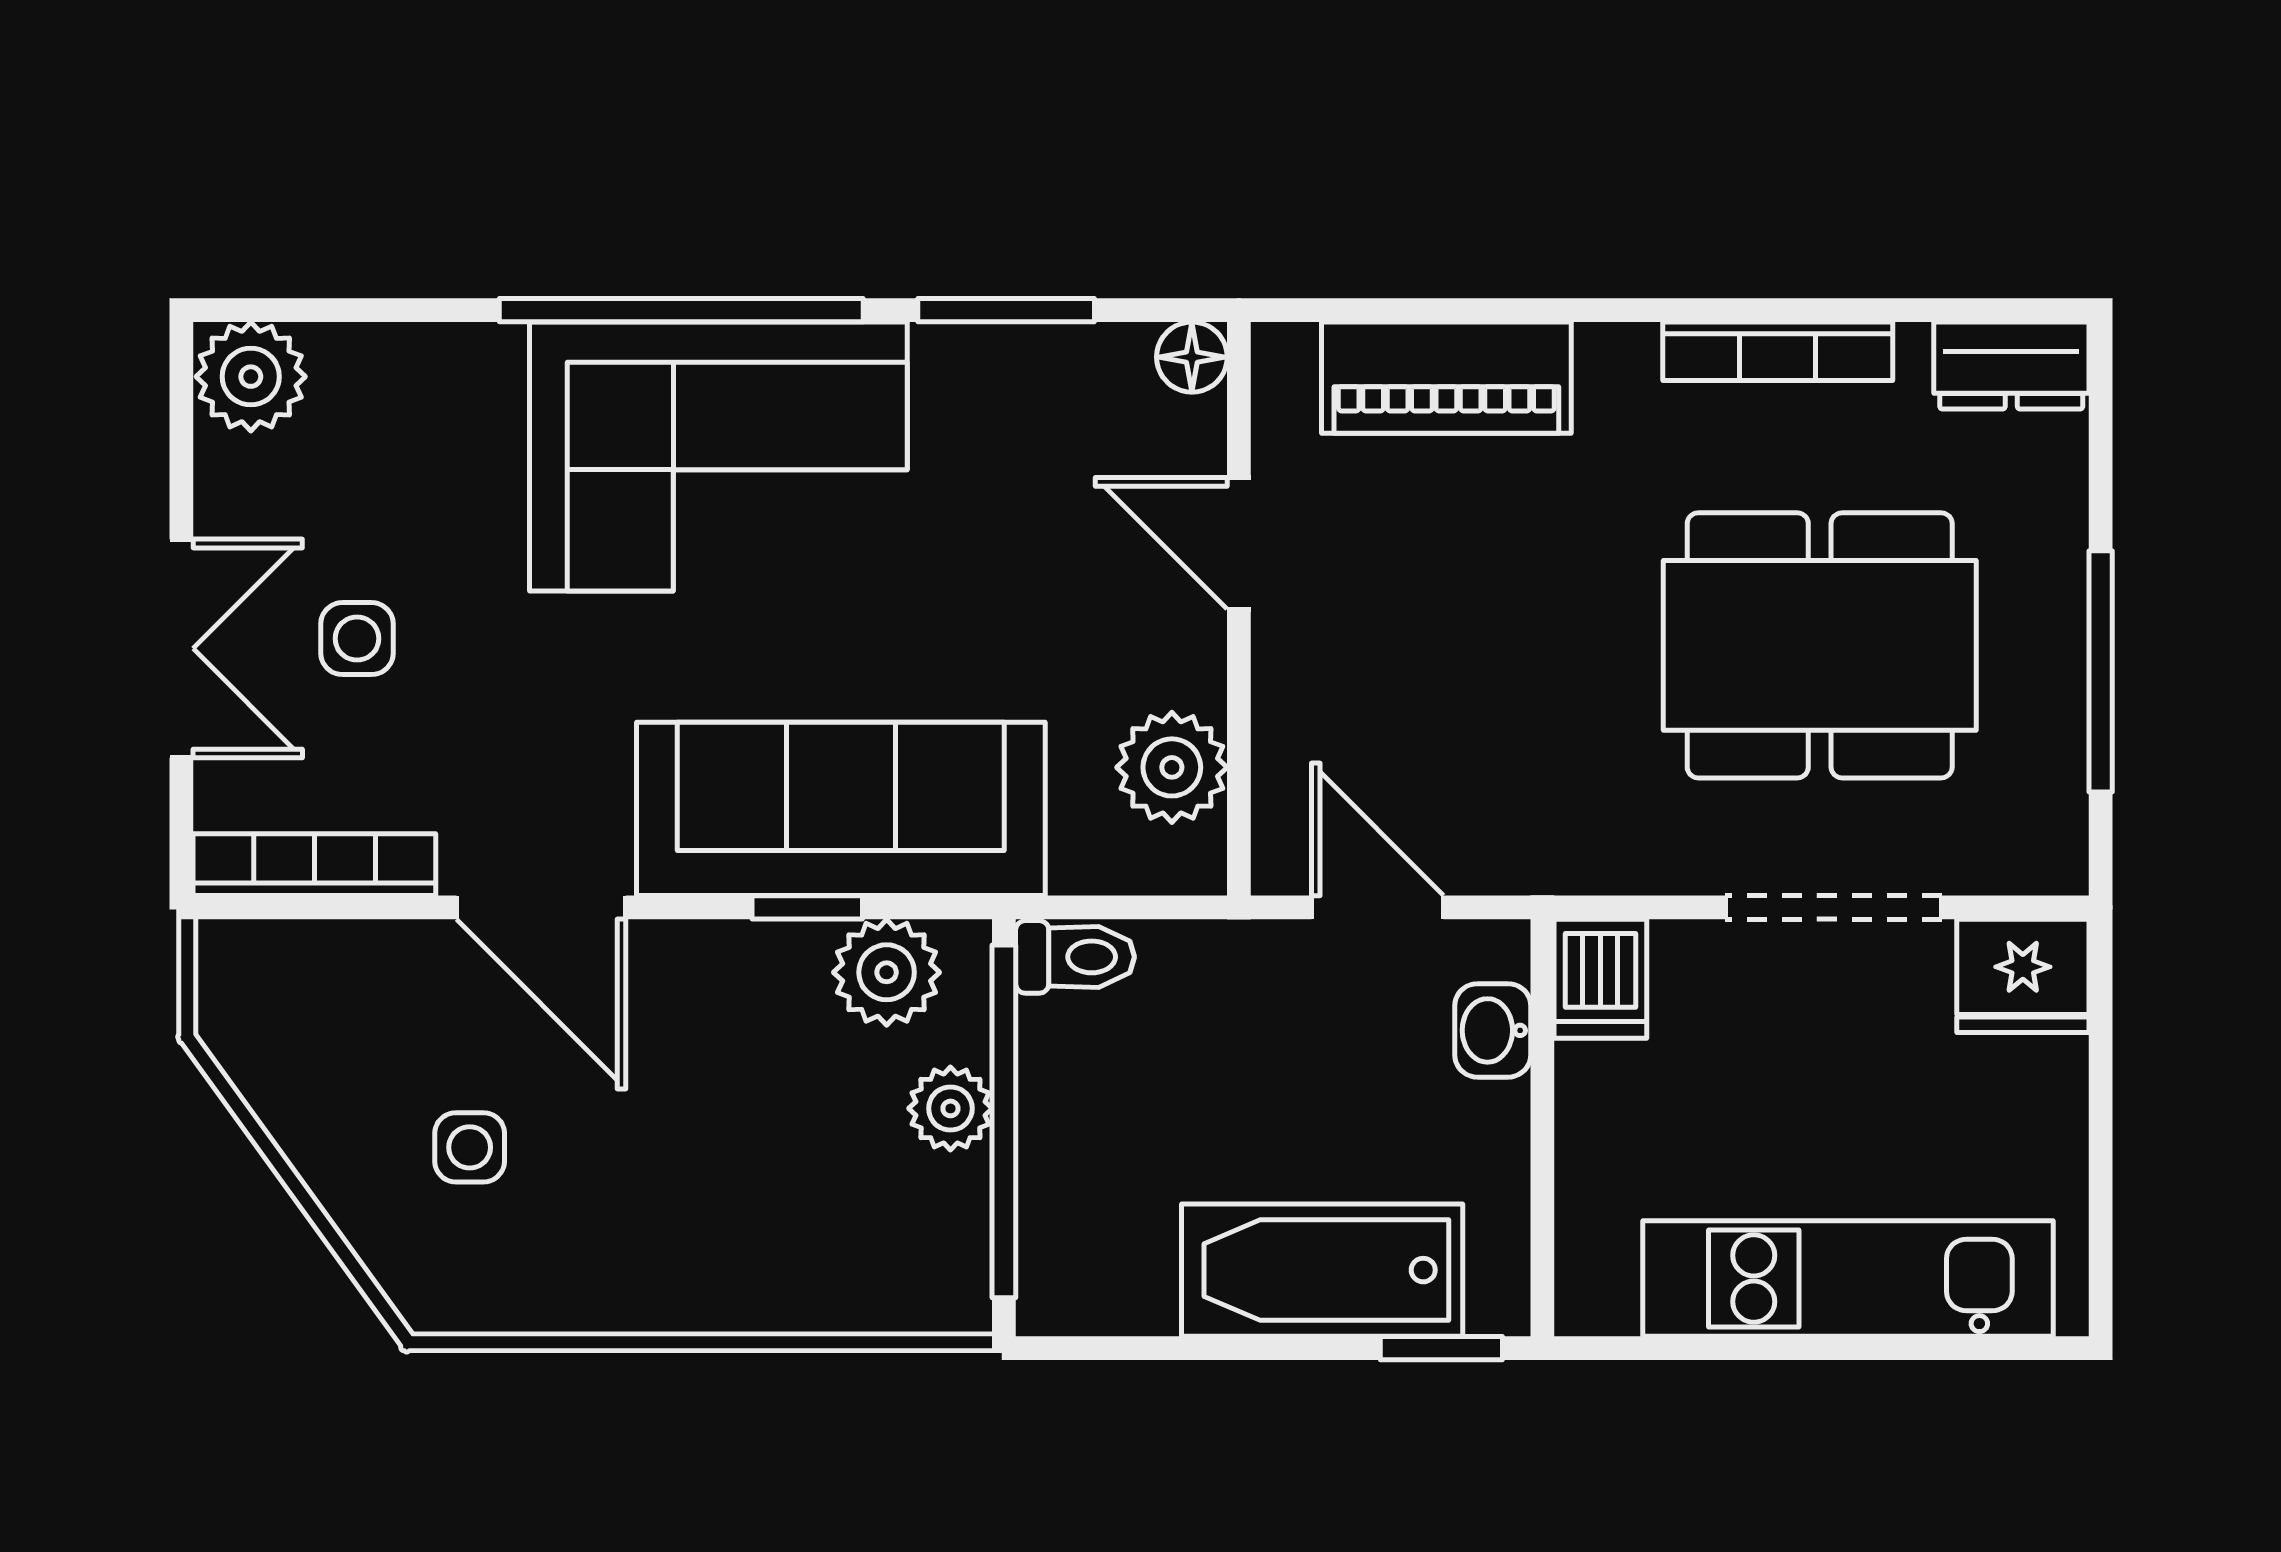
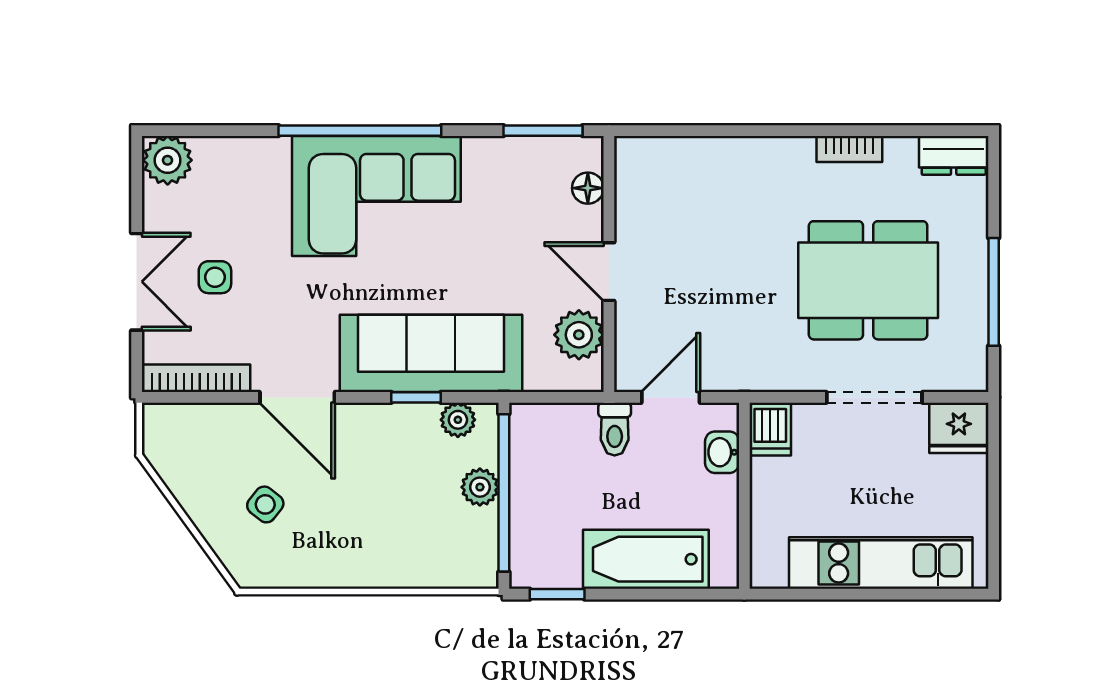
window: (1006, 310) -> (543, 131), moved
bookcase: (1778, 351) -> (849, 149), width x0.64
floor lamp: (1192, 357) -> (588, 188), moved
piano: (1446, 378) -> (701, 161), removed
door: (1239, 543) -> (609, 272), moved
door: (1377, 907) -> (671, 397), hinge flipped
toilet: (1075, 957) -> (615, 429), moved, turned 90
plant: (887, 972) -> (458, 420), width x0.73, depth x0.73
side table: (470, 1147) -> (265, 504), turned 38
window: (1441, 1348) -> (557, 594), moved

